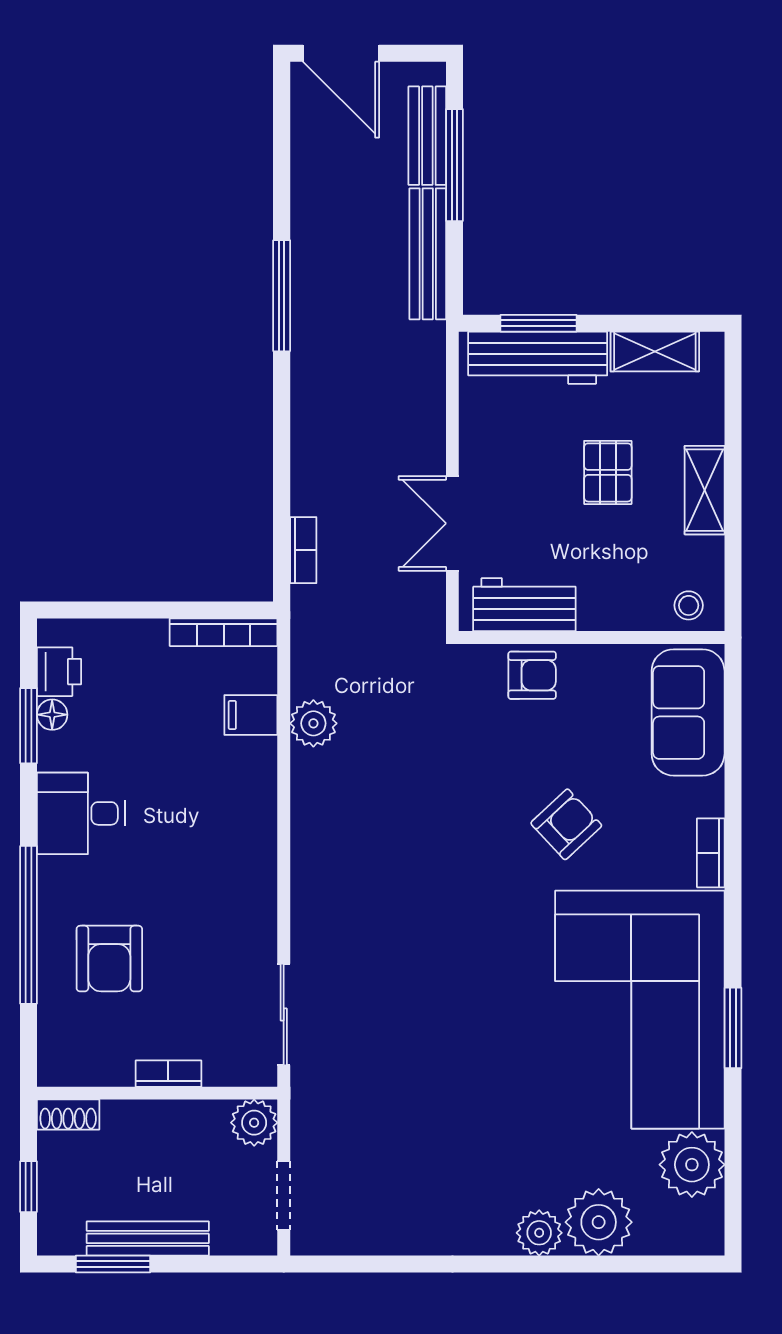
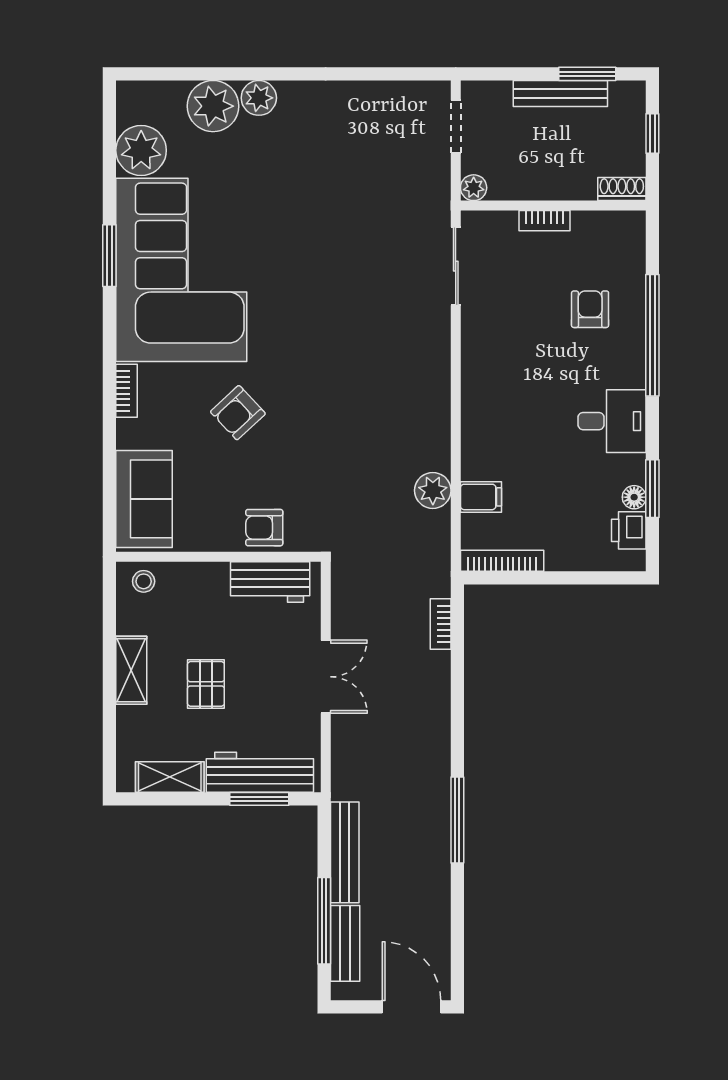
double door: (452, 523) -> (326, 677), moved
armchair: (109, 959) -> (590, 309), width x0.72, depth x0.72
plant: (254, 1123) -> (474, 188), width x0.73, depth x0.73

